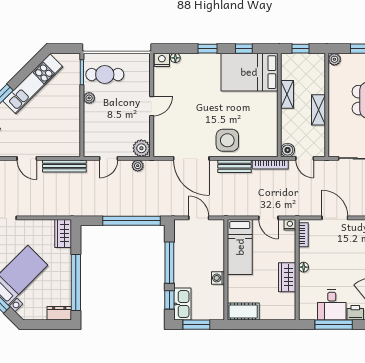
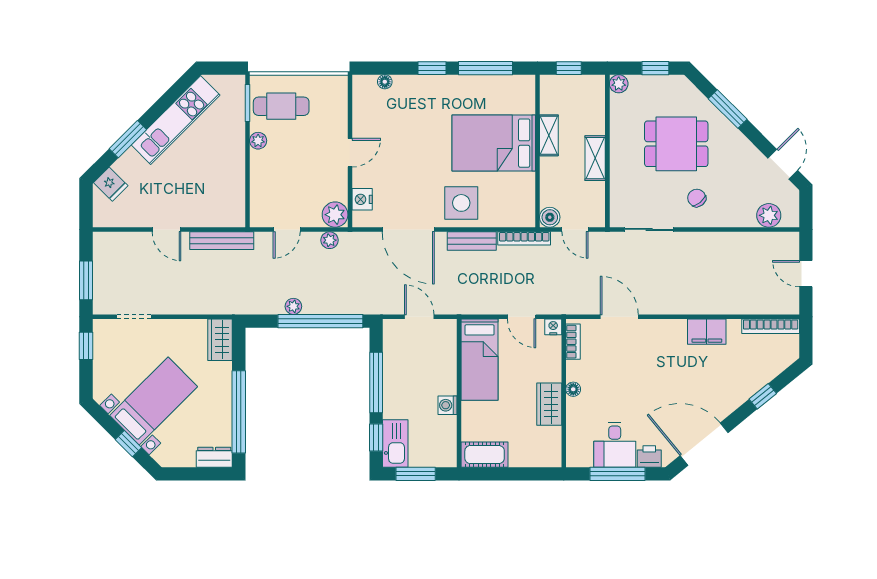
window: (244, 49) -> (485, 68), width x2.17
nightstand: (162, 60) -> (362, 199), moved, turned -90
bed: (249, 72) -> (494, 143), moved
plant: (113, 211) -> (293, 306), added

